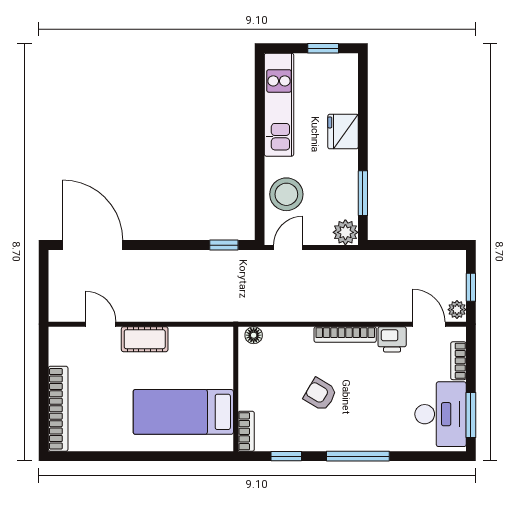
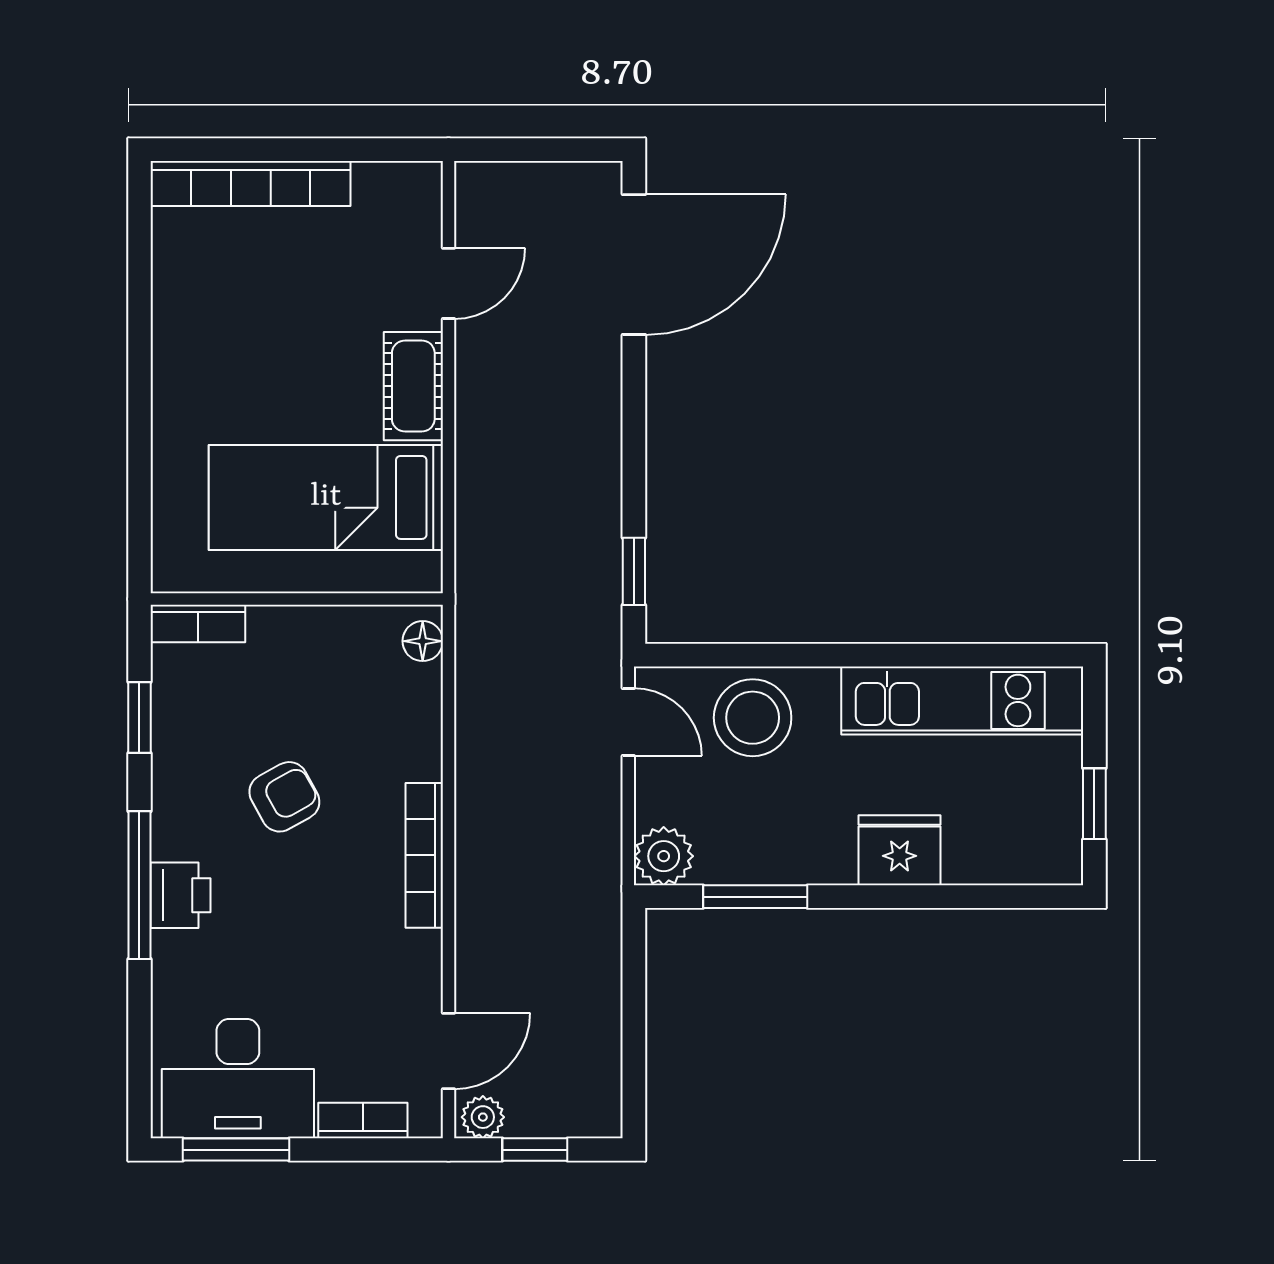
printer: (392, 339) -> (181, 895), moved, turned 180
armchair: (320, 394) -> (284, 797), turned 30
bed: (183, 412) -> (326, 497), moved, turned -90

